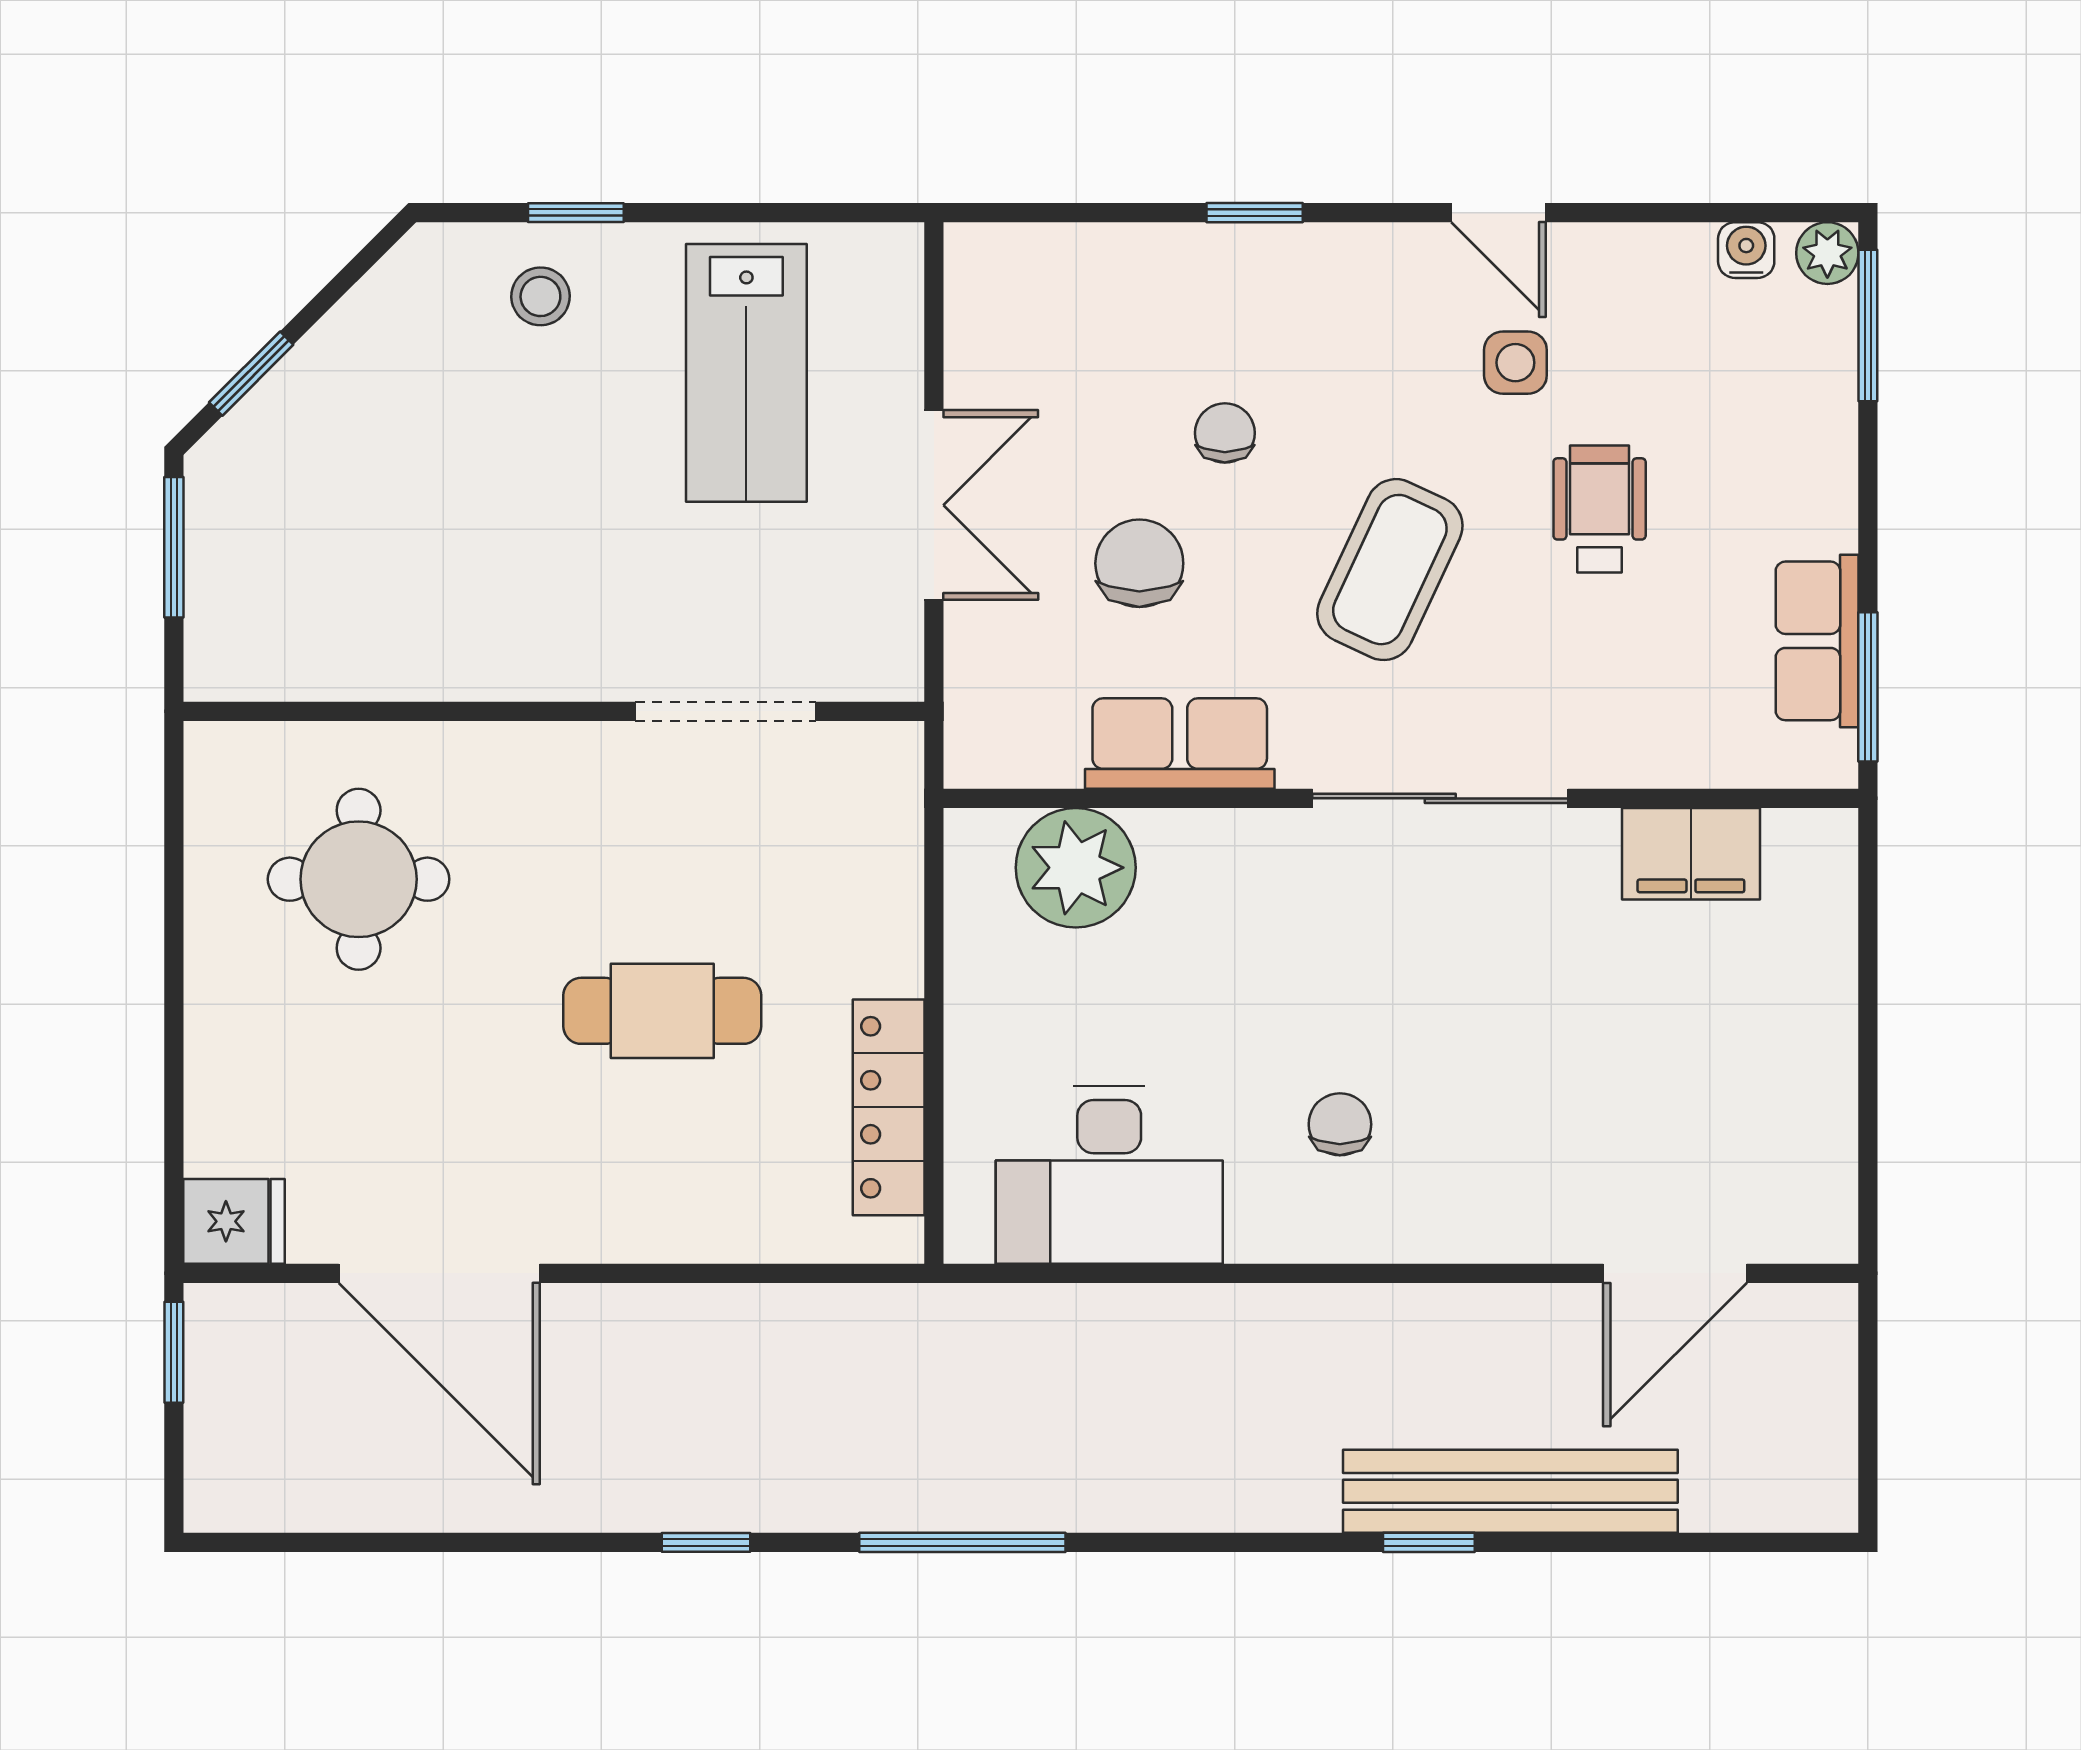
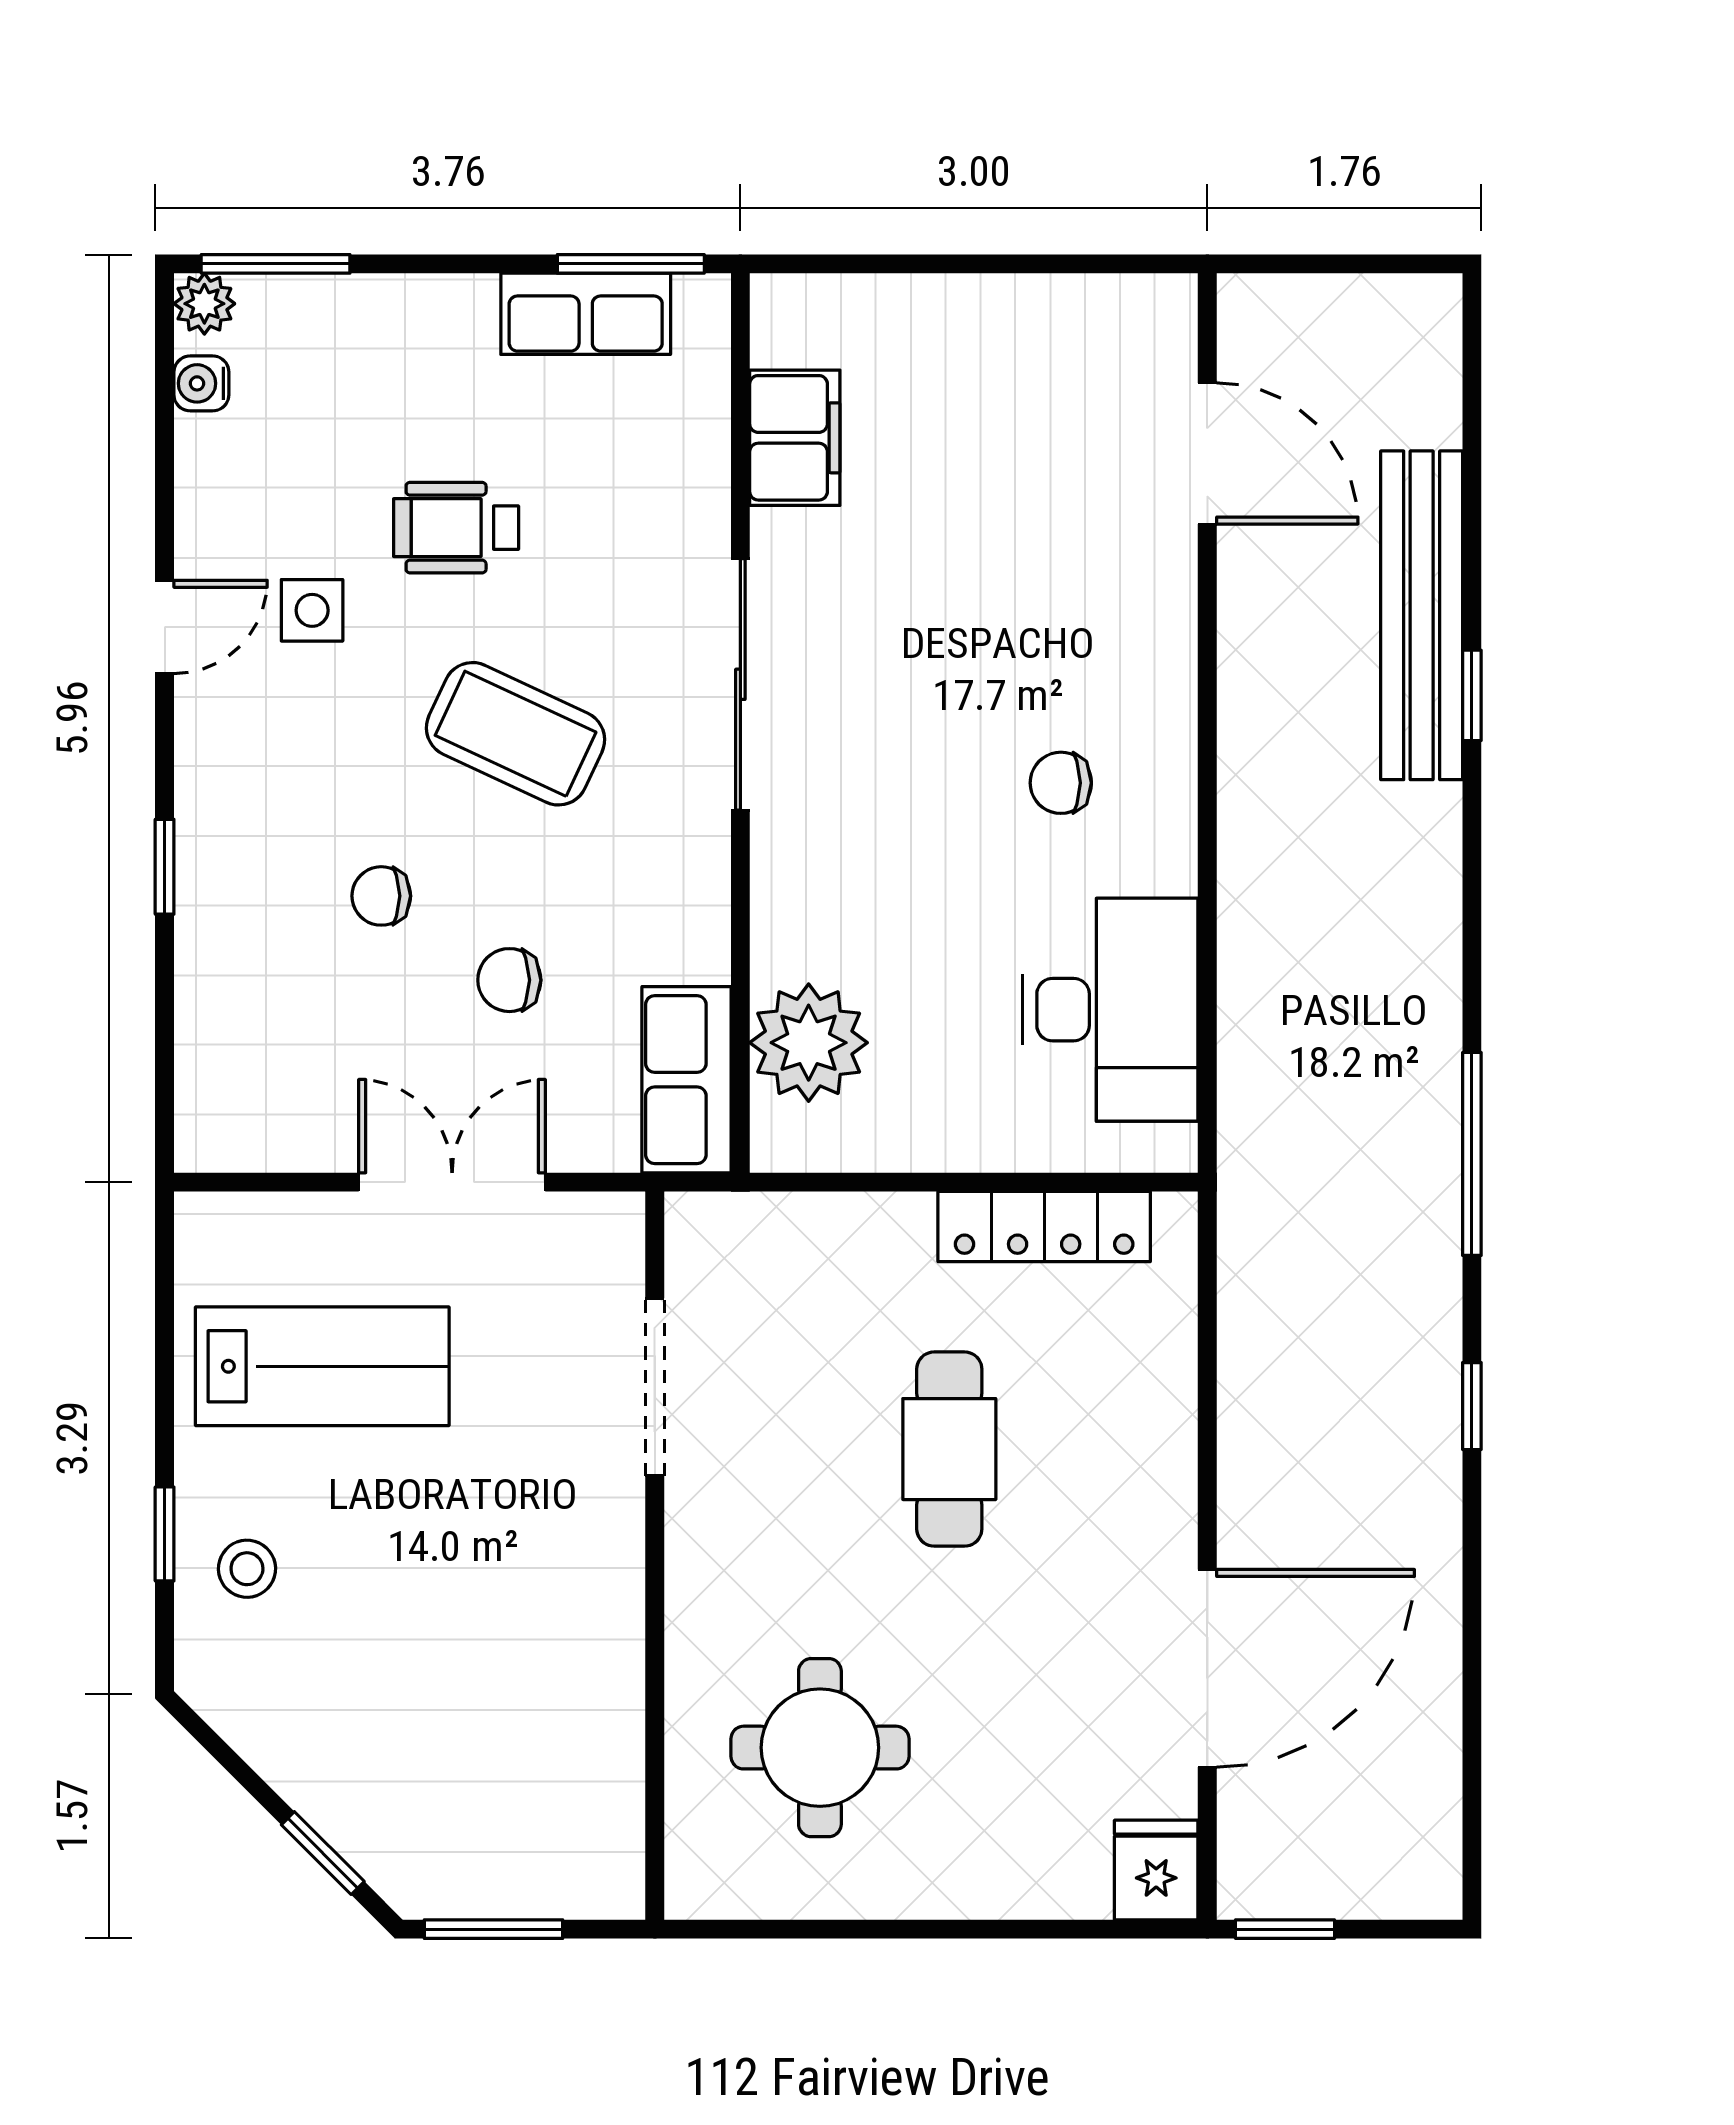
chair: (1139, 563) -> (509, 980), width x0.73, depth x0.73
row of seats: (1180, 744) -> (687, 1080), moved

